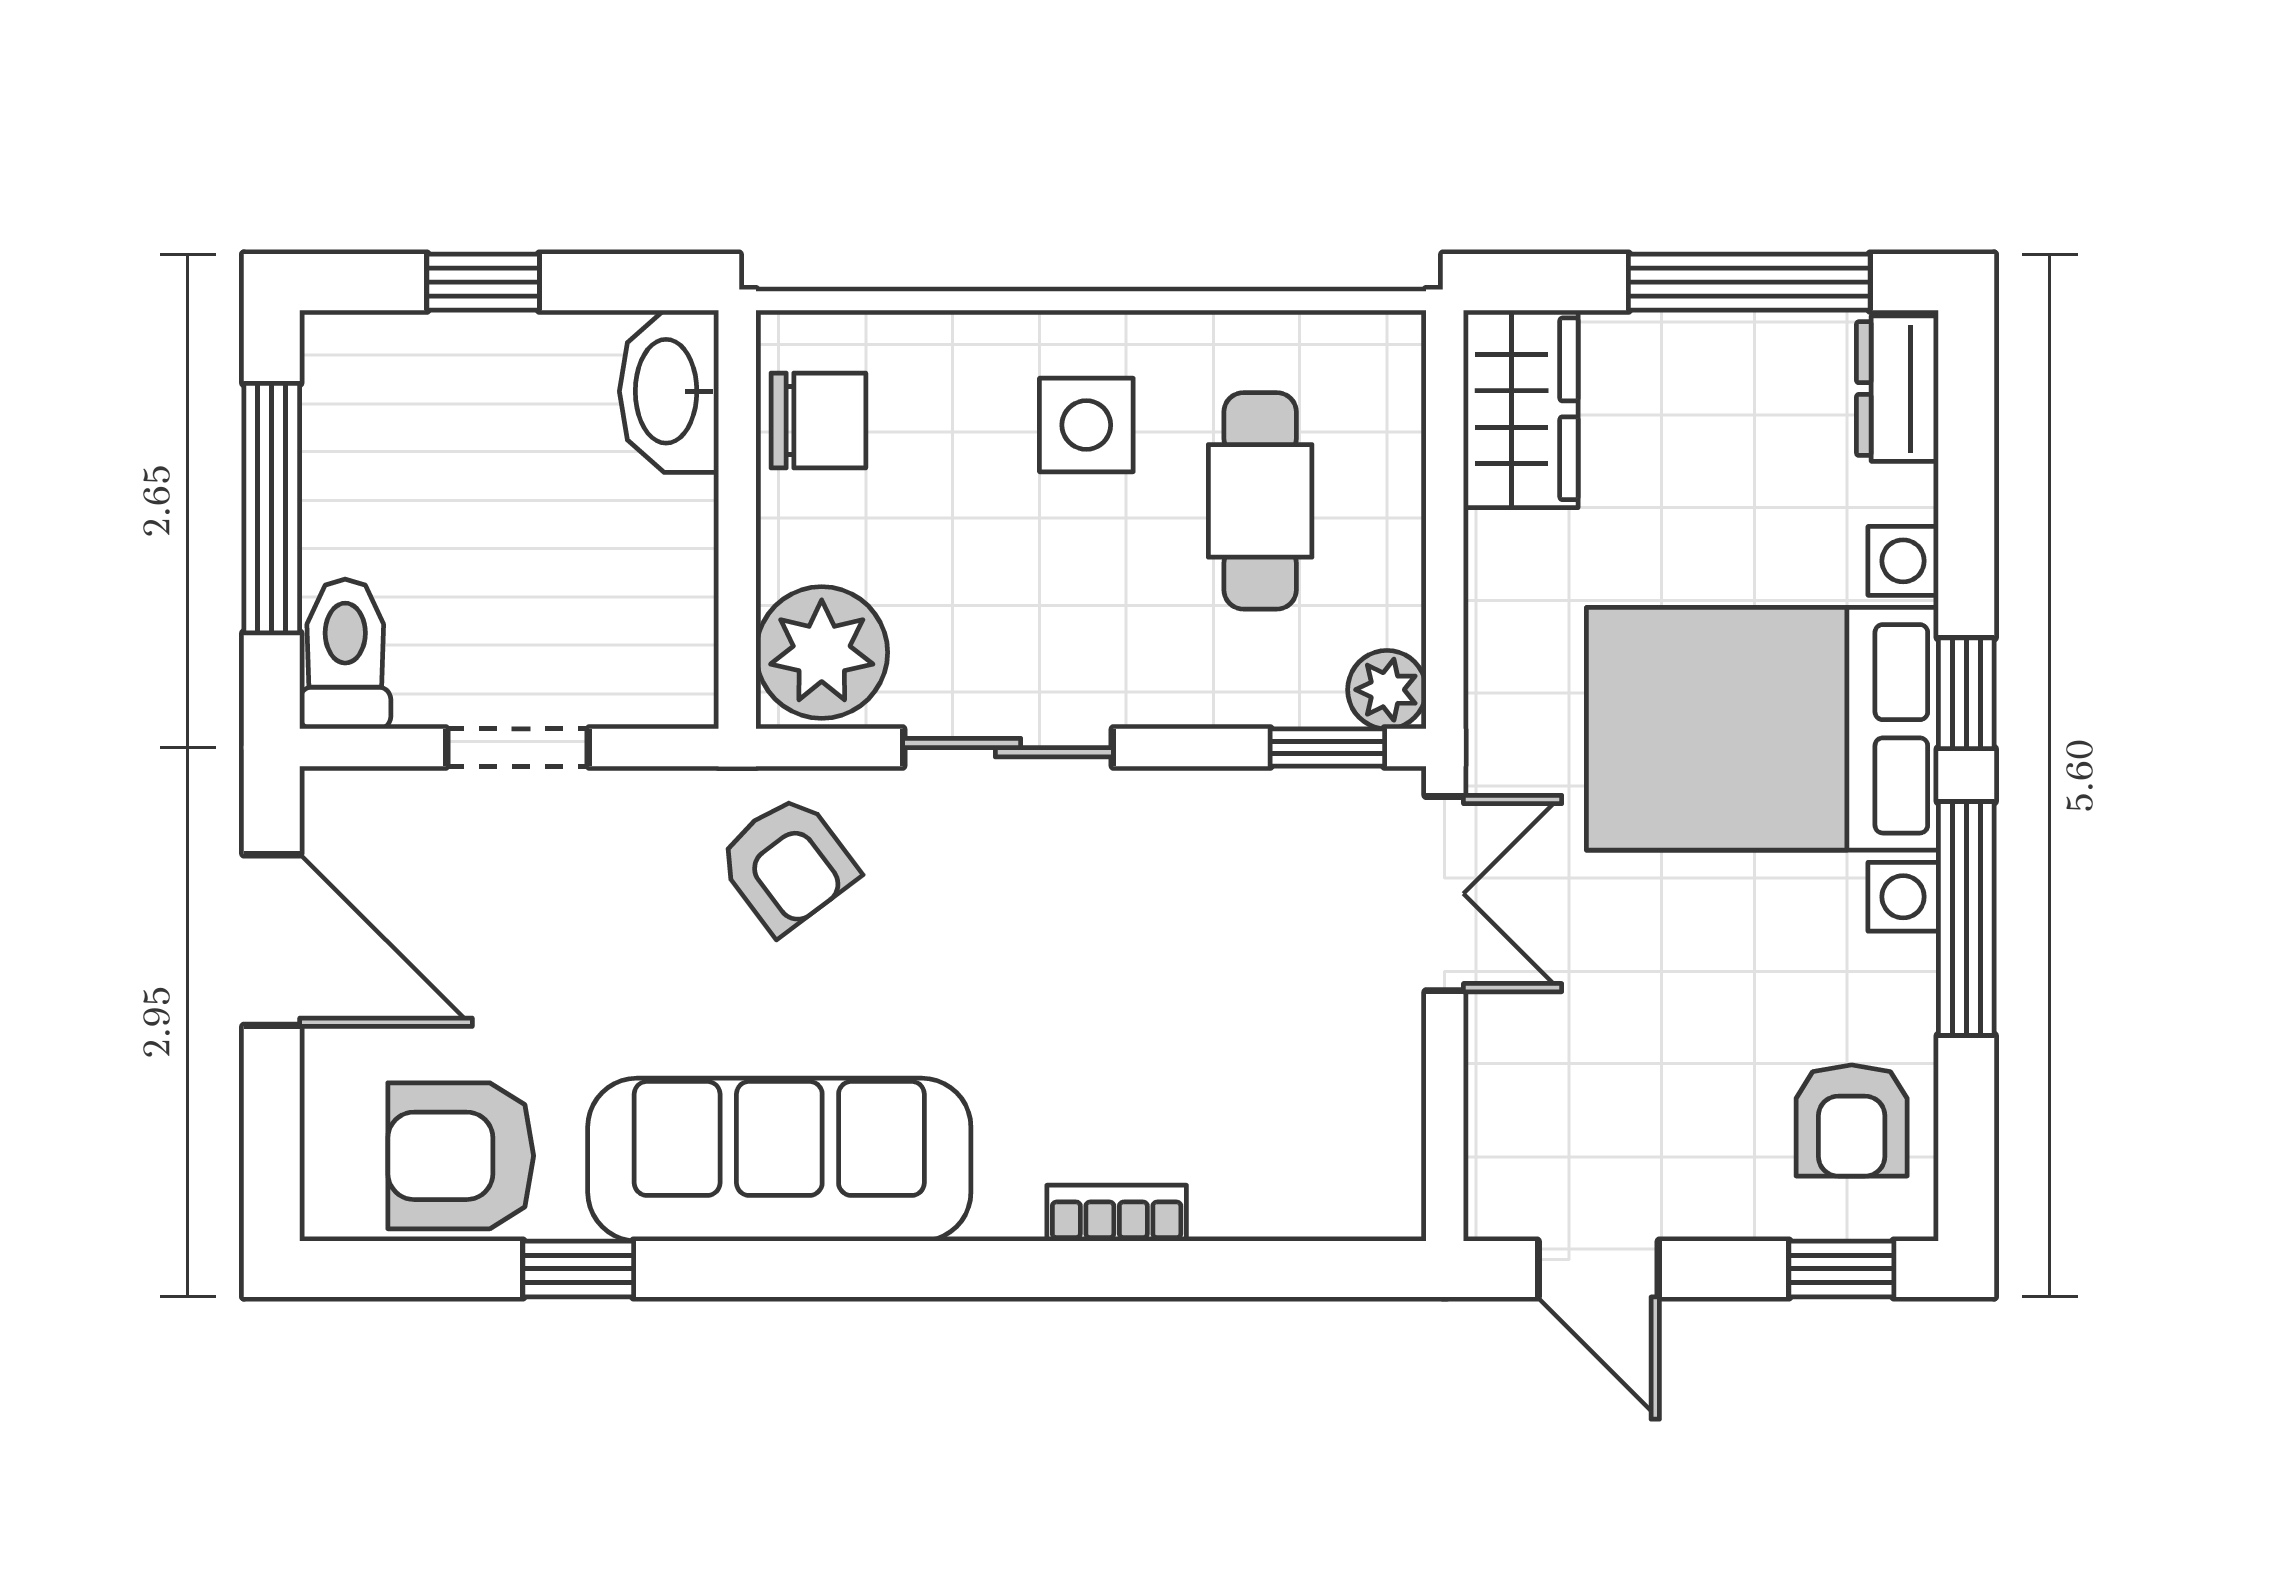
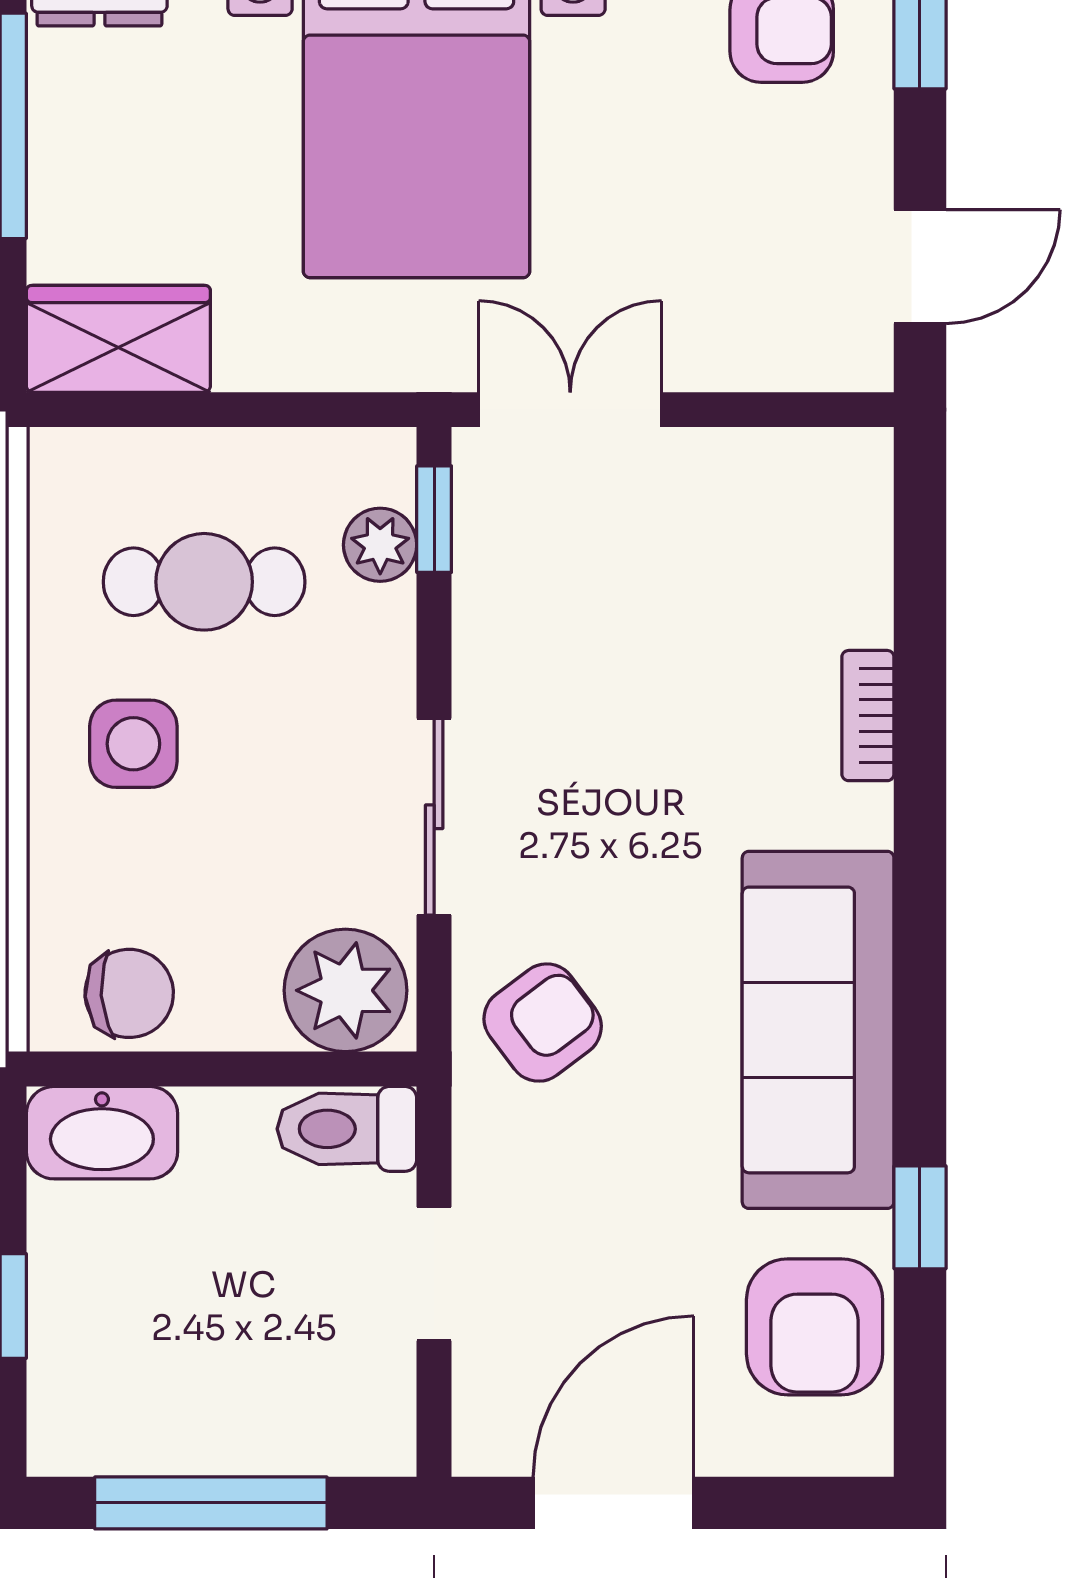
chair: (818, 421) -> (129, 993), turned 86
toilet: (345, 654) -> (347, 1129), moved
plant: (1387, 690) -> (380, 545), moved

